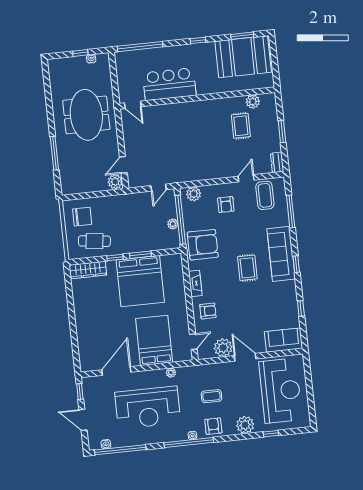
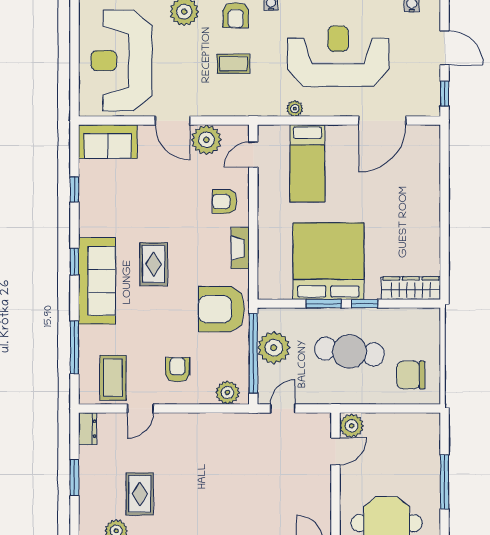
plant: (173, 224) -> (274, 348), width x1.88, depth x1.88
cafe table: (94, 241) -> (349, 351), moved, width x1.37, depth x1.35
bed: (154, 340) -> (307, 163), width x0.67

